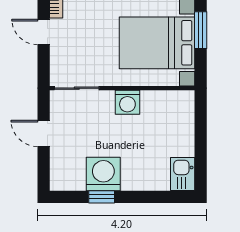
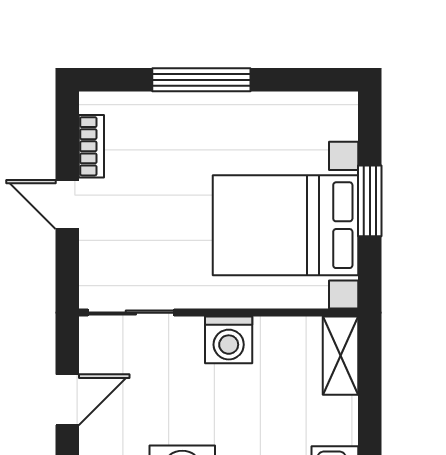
shelving: (185, 111) -> (340, 356), added
door: (44, 133) -> (67, 400), swing flipped

